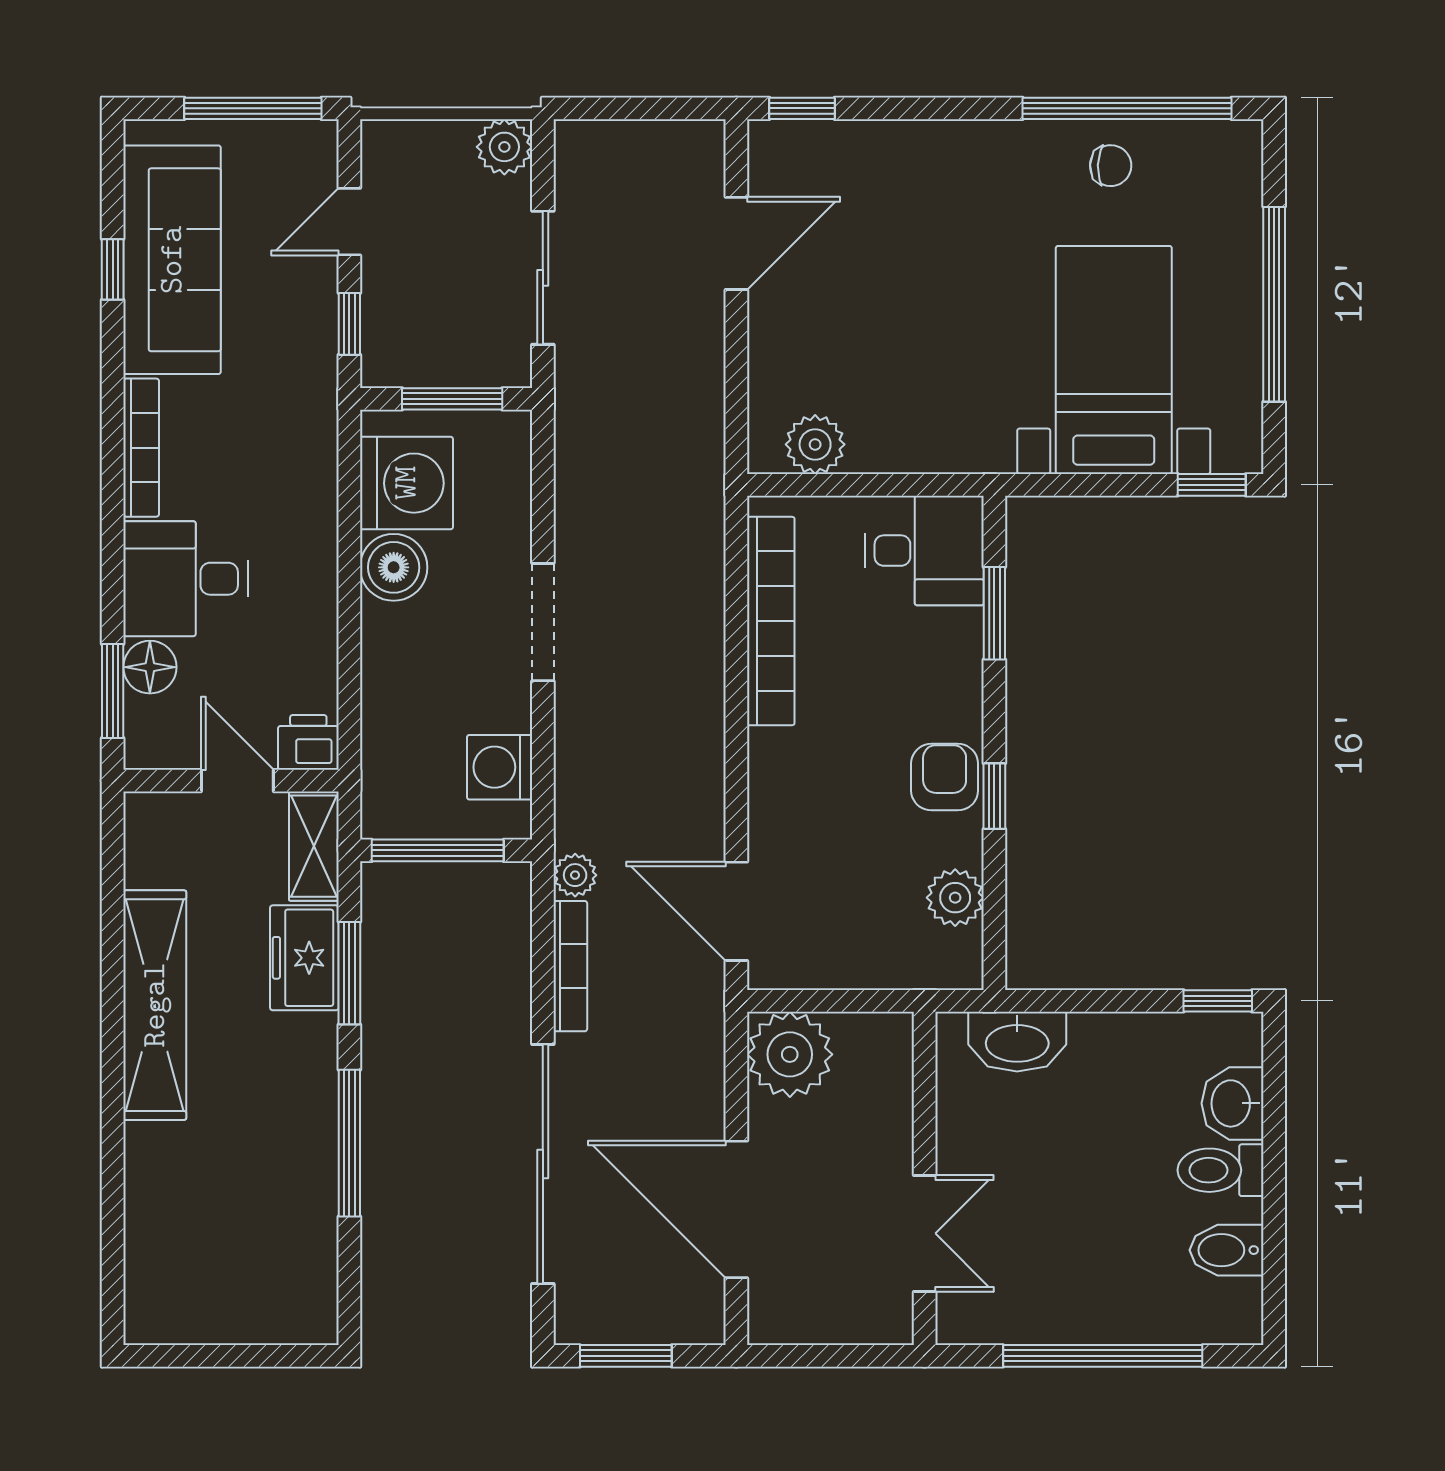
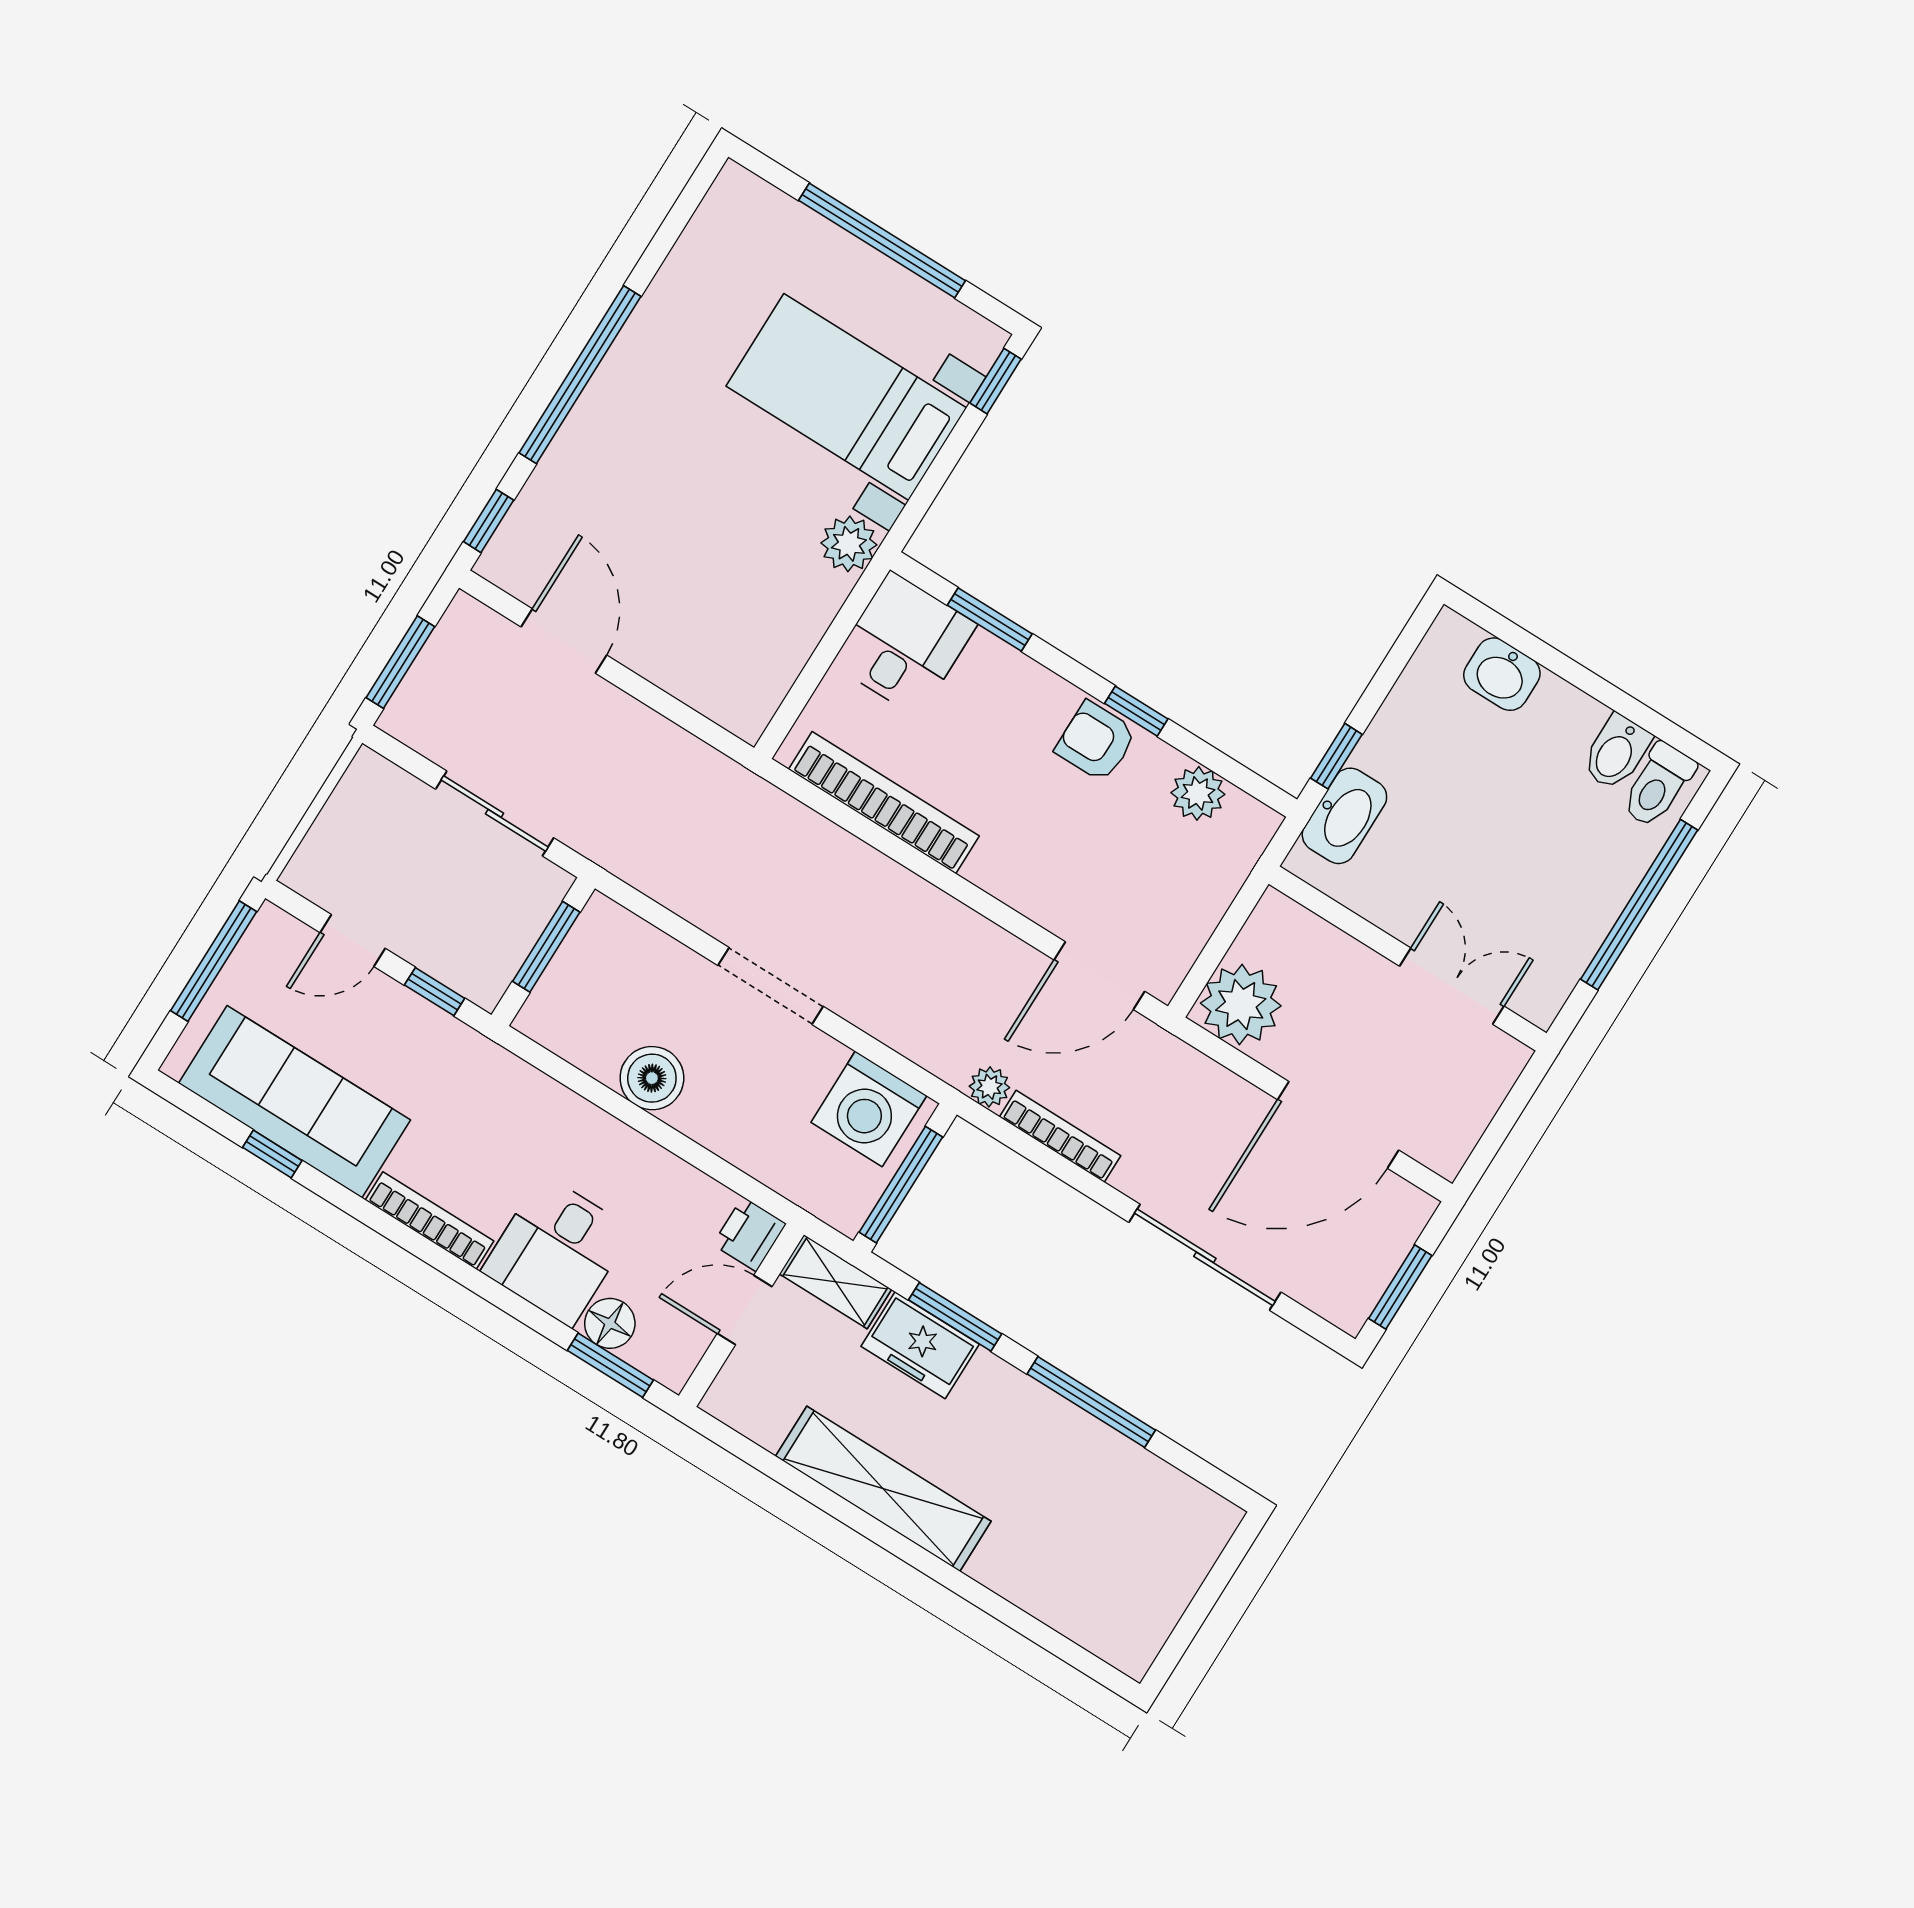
window: (626, 108) -> (400, 662), added
window: (1127, 108) -> (580, 375), moved
plant: (504, 147) -> (370, 779), removed
chair: (1111, 166) -> (689, 302), removed
door: (349, 222) -> (353, 940), hinge flipped
plant: (815, 444) -> (849, 544), moved
washing machine: (406, 483) -> (591, 1026), removed
washing machine: (500, 767) -> (869, 1109), width x1.37, depth x1.37
window: (1218, 1001) -> (1336, 756), moved
sliding door: (543, 1164) -> (1205, 1257), width x0.73
toilet: (1220, 1170) -> (1658, 785), moved

